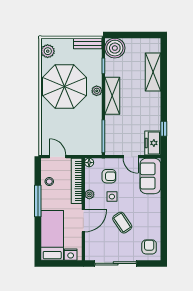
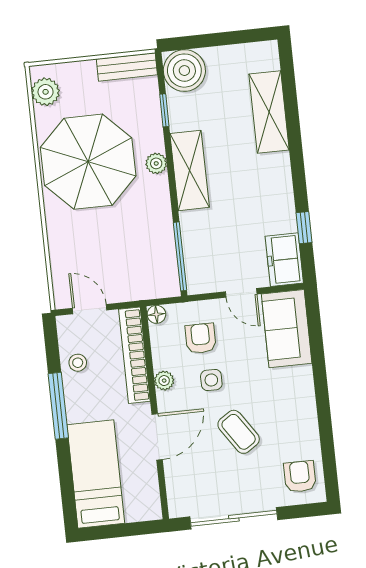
armchair: (109, 176) -> (201, 338), turned -90
nightstand: (71, 255) -> (138, 510), removed

